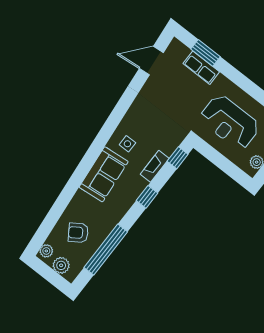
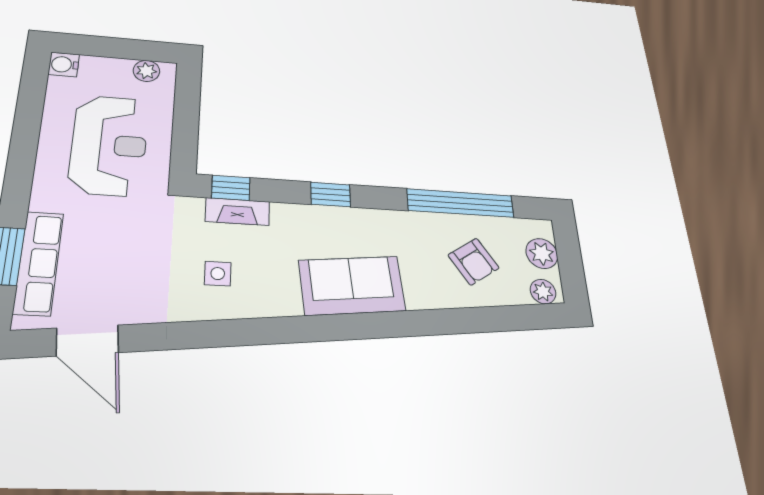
row of seats: (201, 68) -> (39, 263), width x1.48
side table: (127, 144) -> (218, 274), moved
fireplace: (155, 166) -> (237, 211), moved

